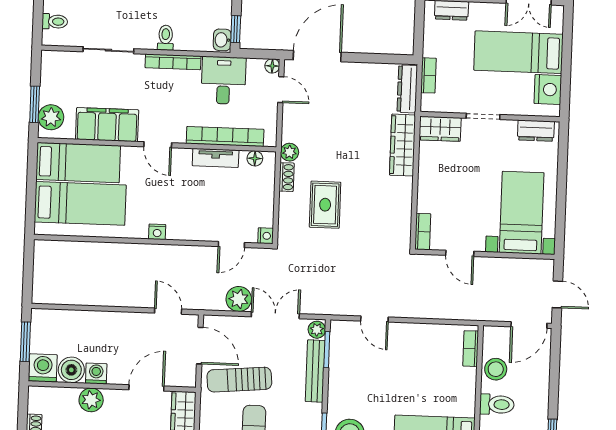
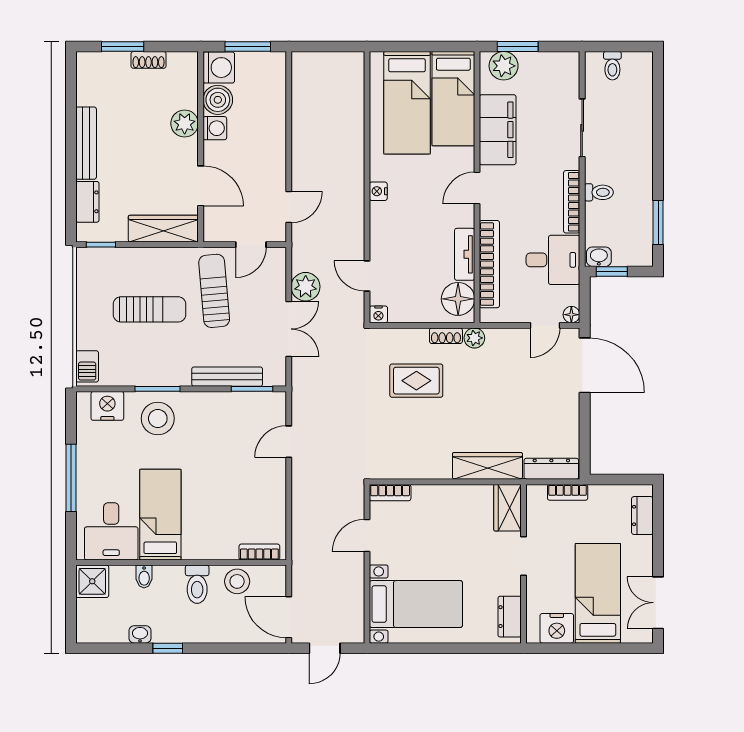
floor lamp: (255, 158) -> (458, 299), width x1.89, depth x1.89
plant: (317, 330) -> (274, 377), removed
door: (200, 346) -> (251, 245), width x0.73

